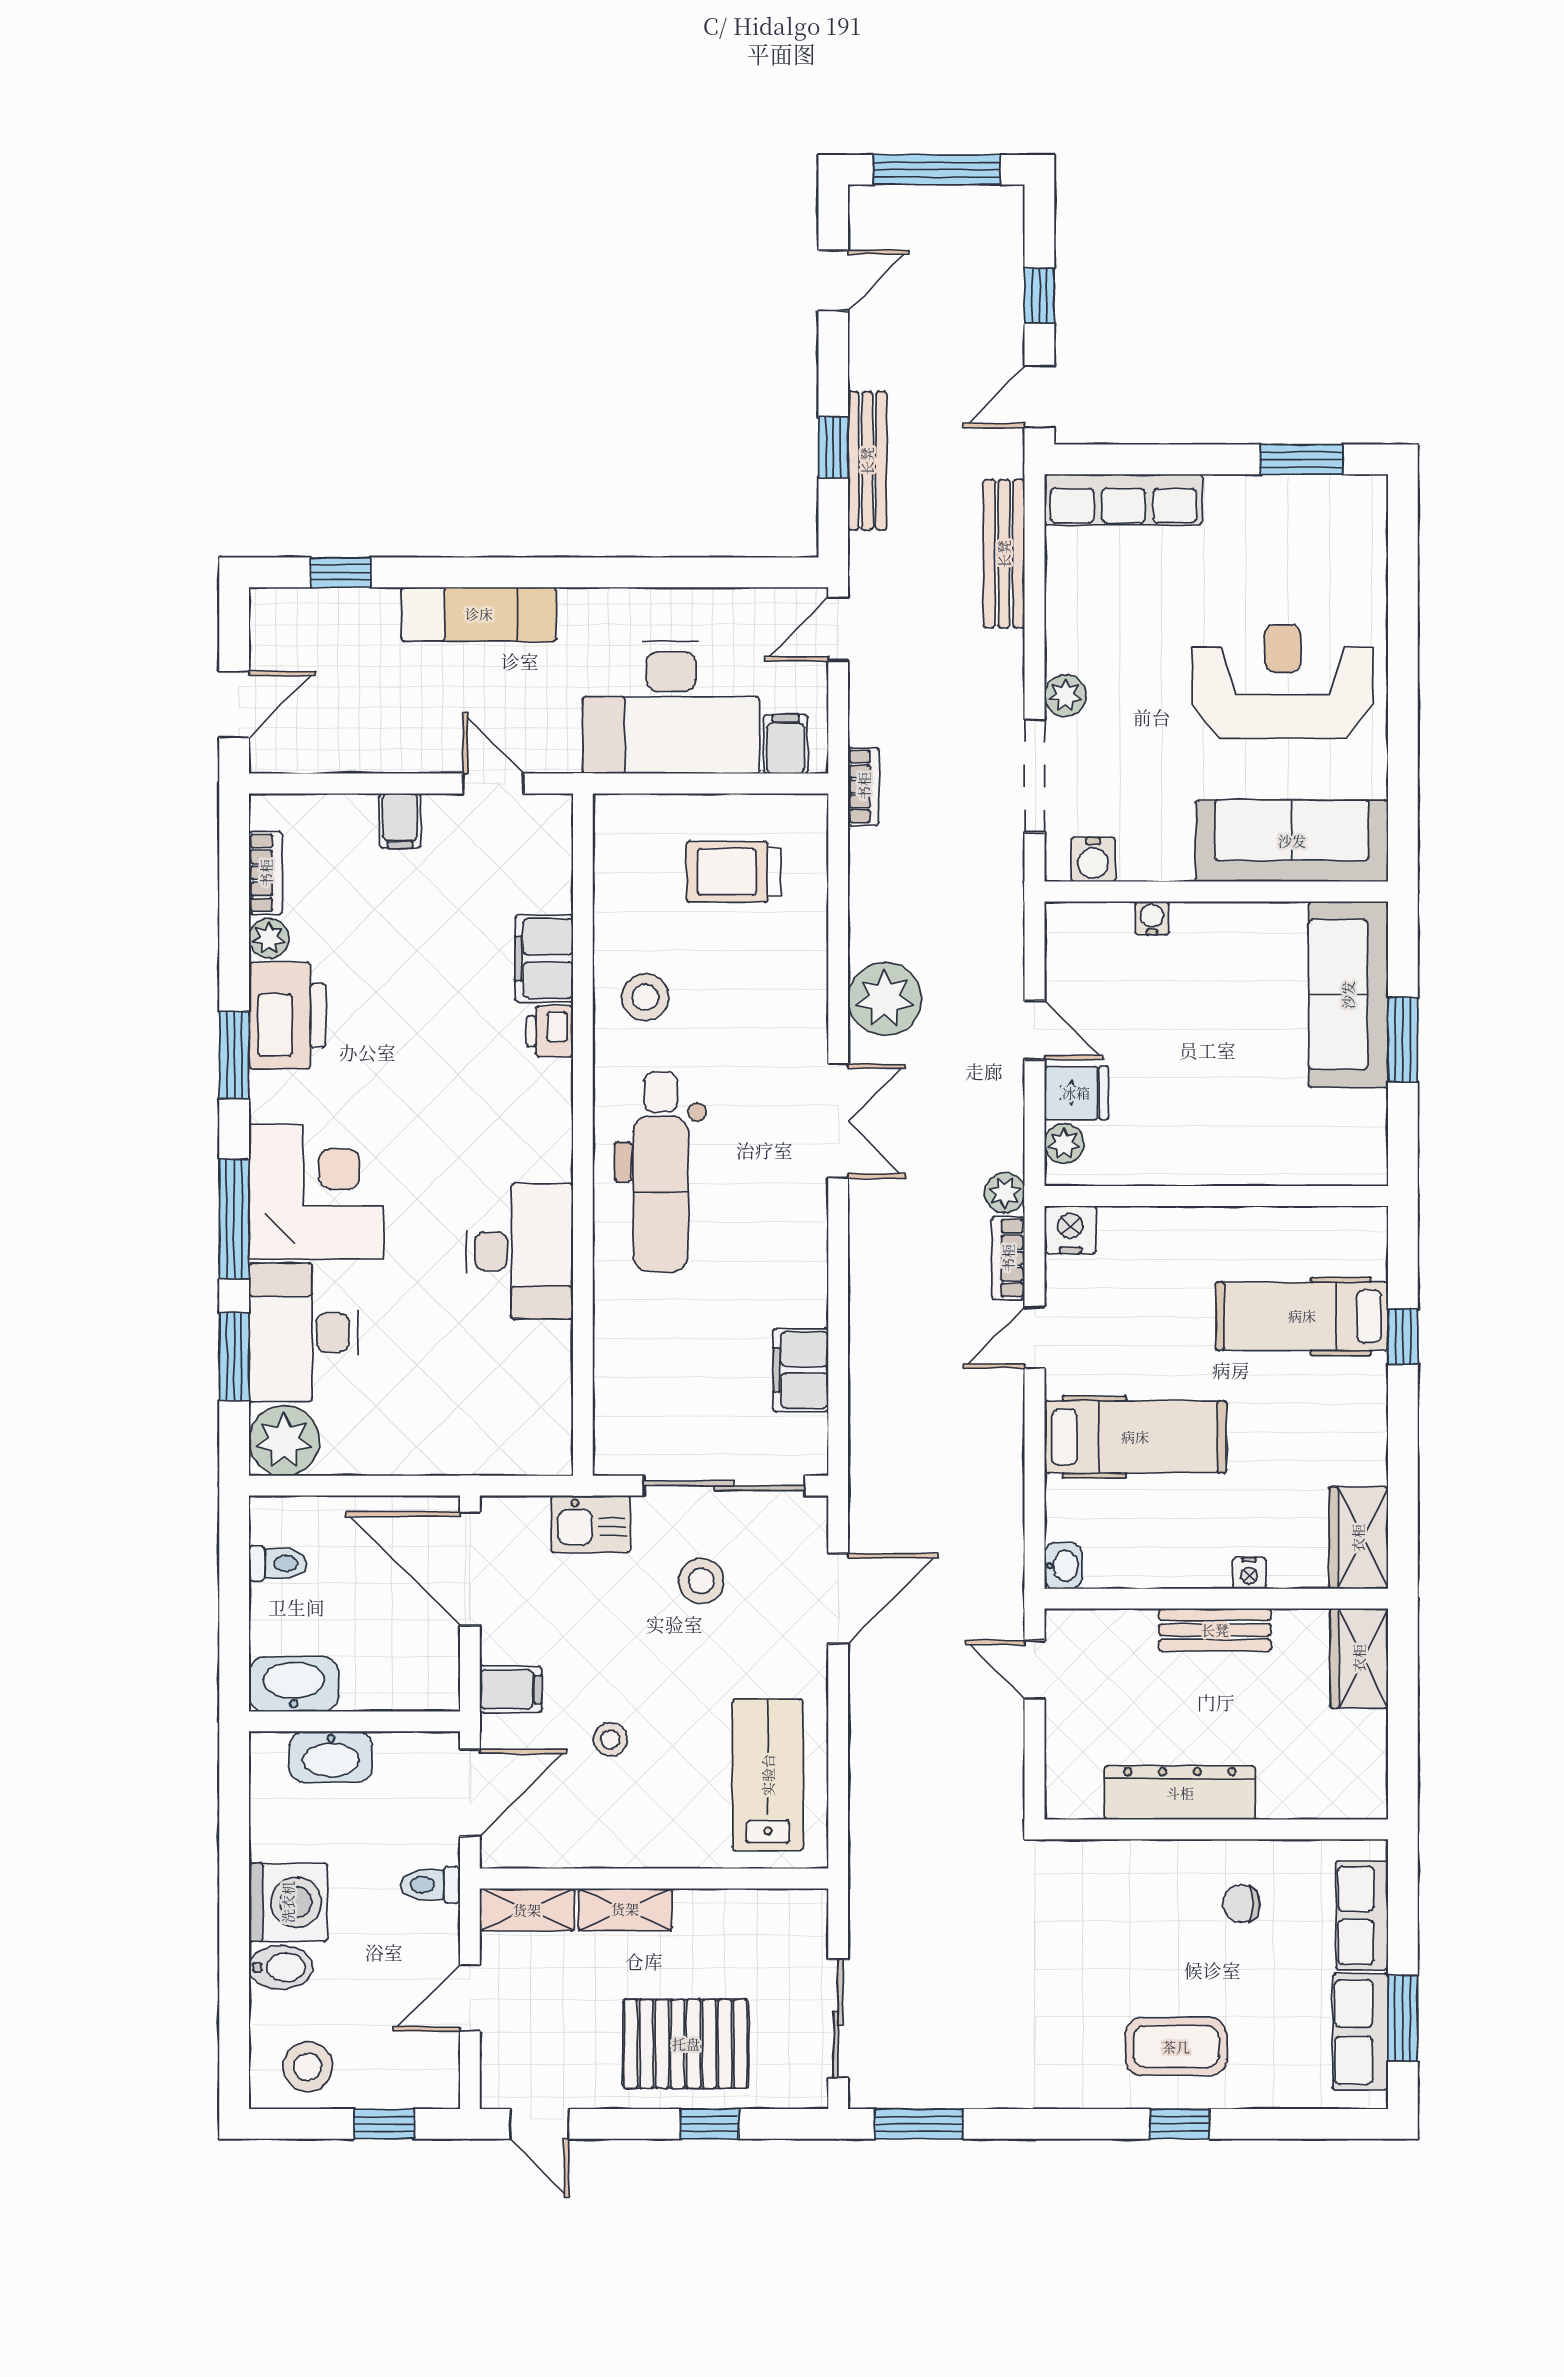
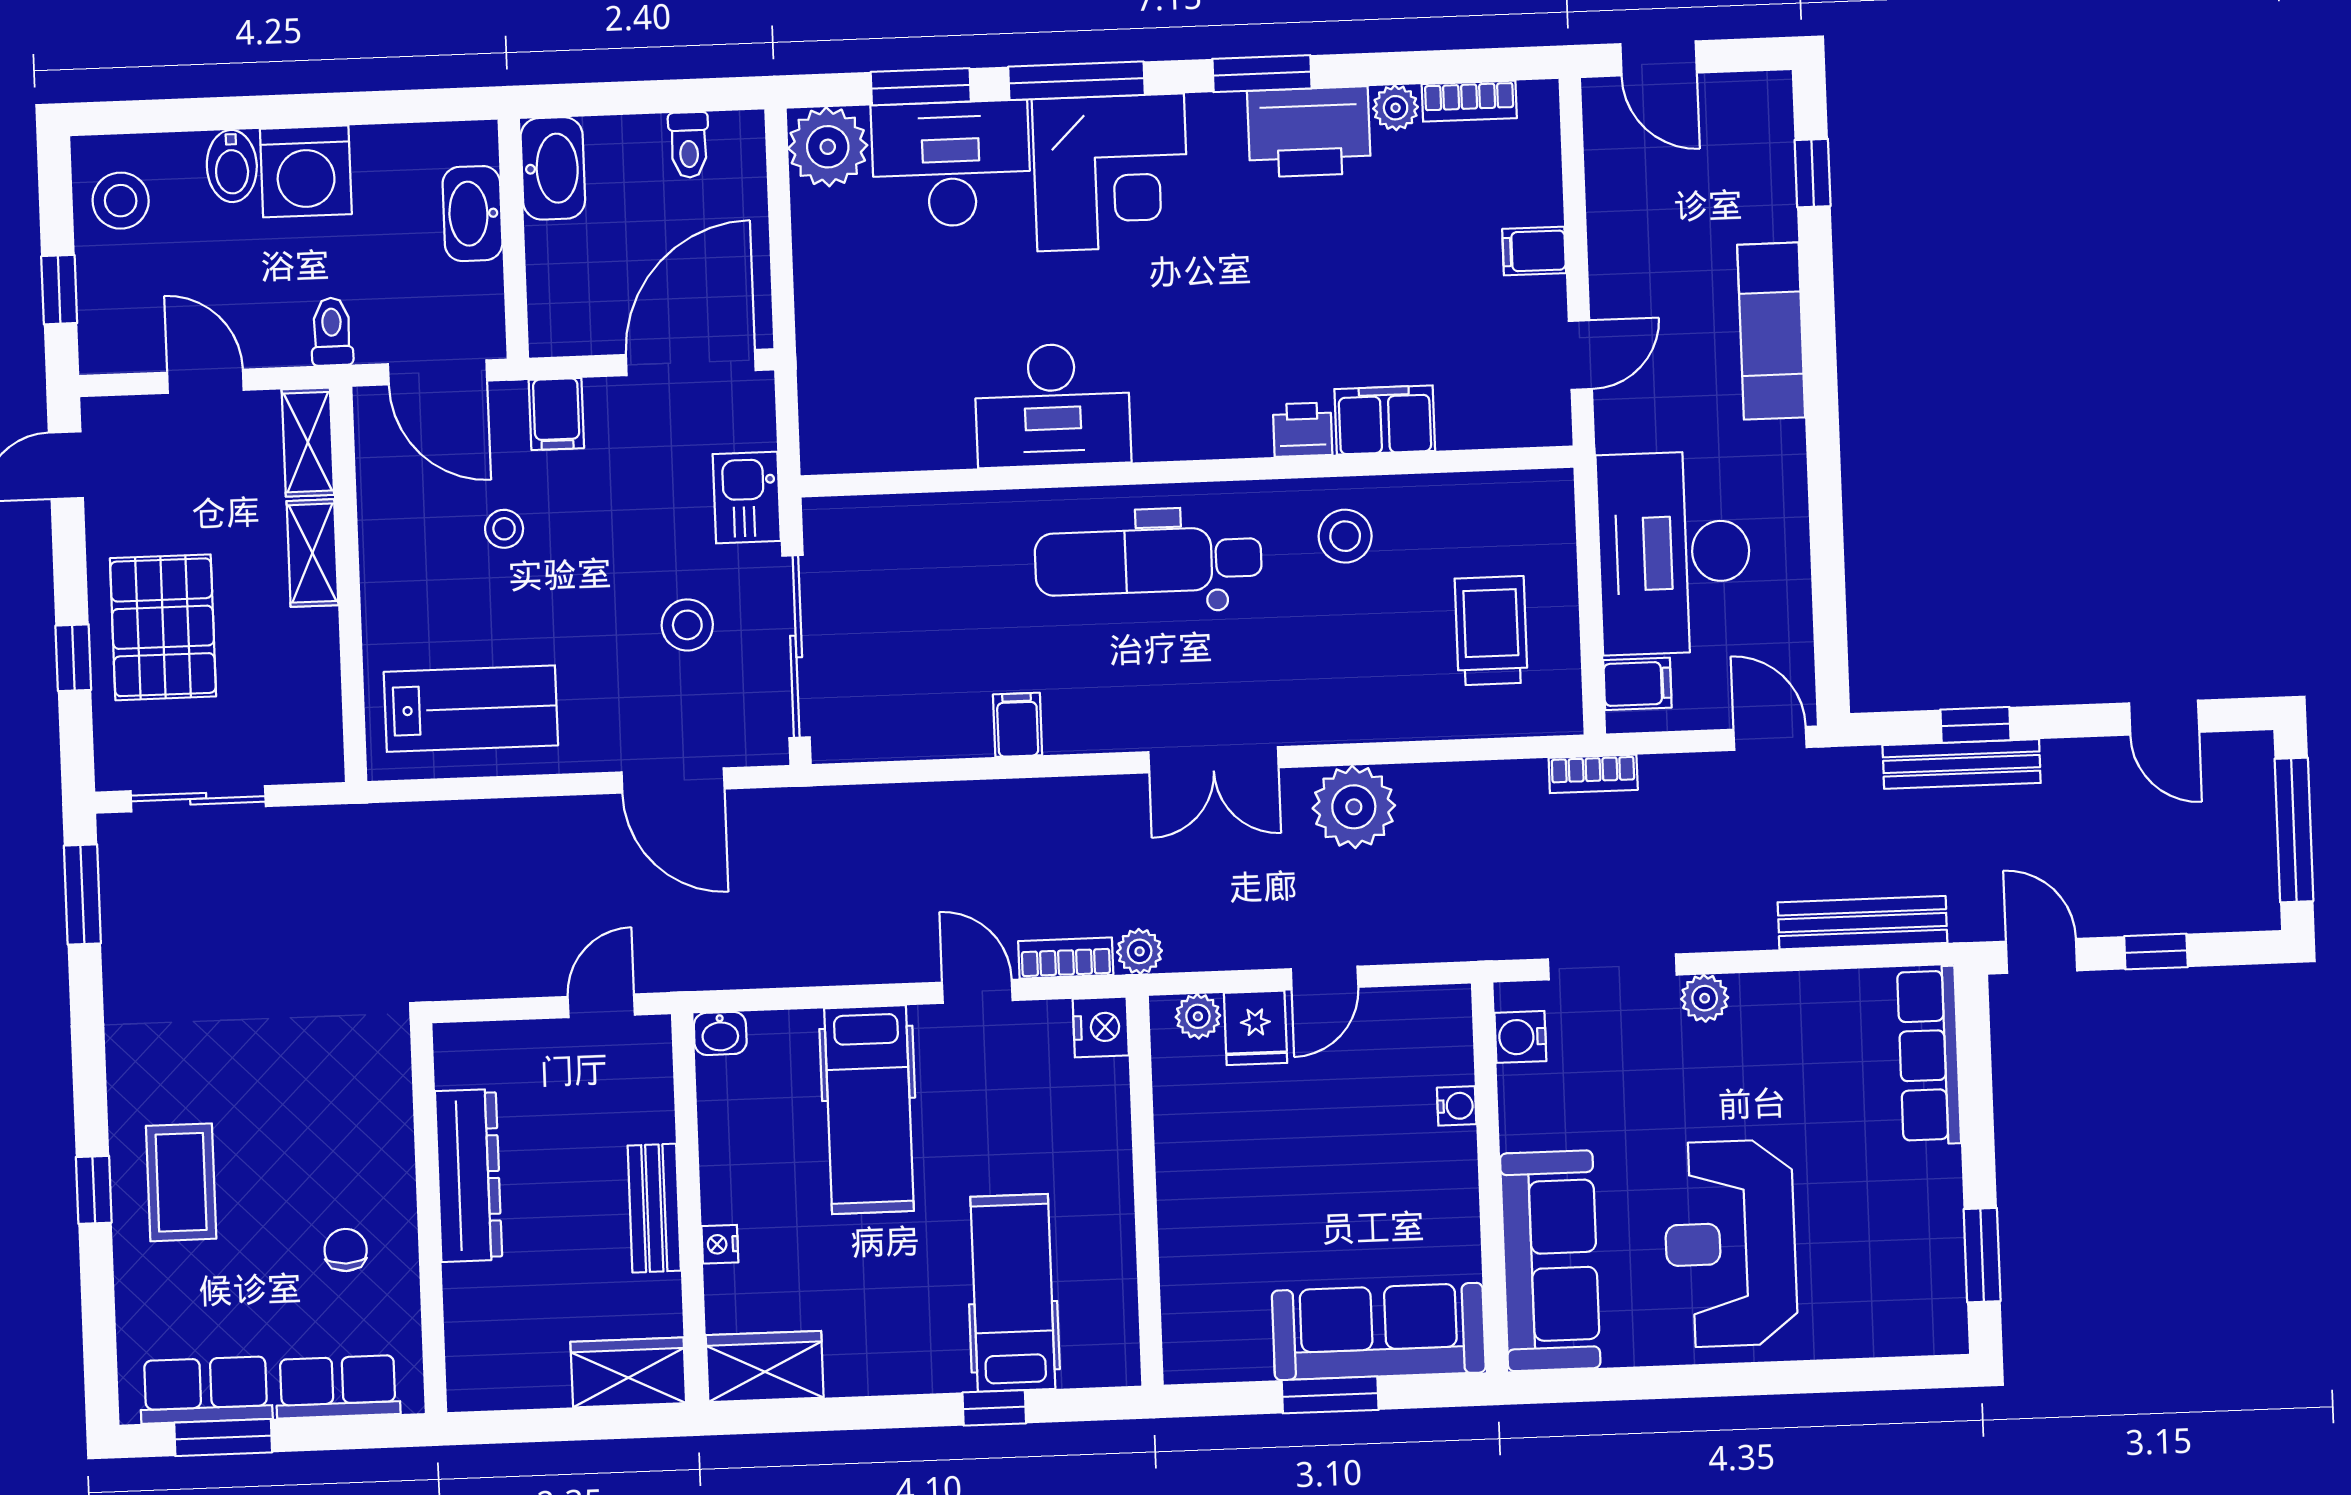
reception desk: (1283, 681) -> (1730, 1243), turned 180
filing cabinet: (801, 1370) -> (1018, 725), moved, width x0.50

